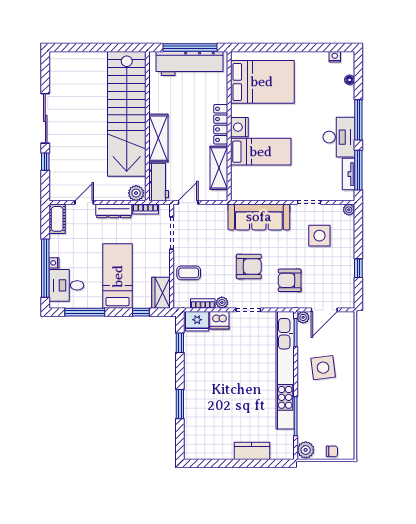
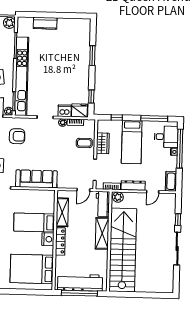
armchair: (249, 266) -> (44, 146), removed
wardrobe: (161, 293) -> (103, 143), moved

